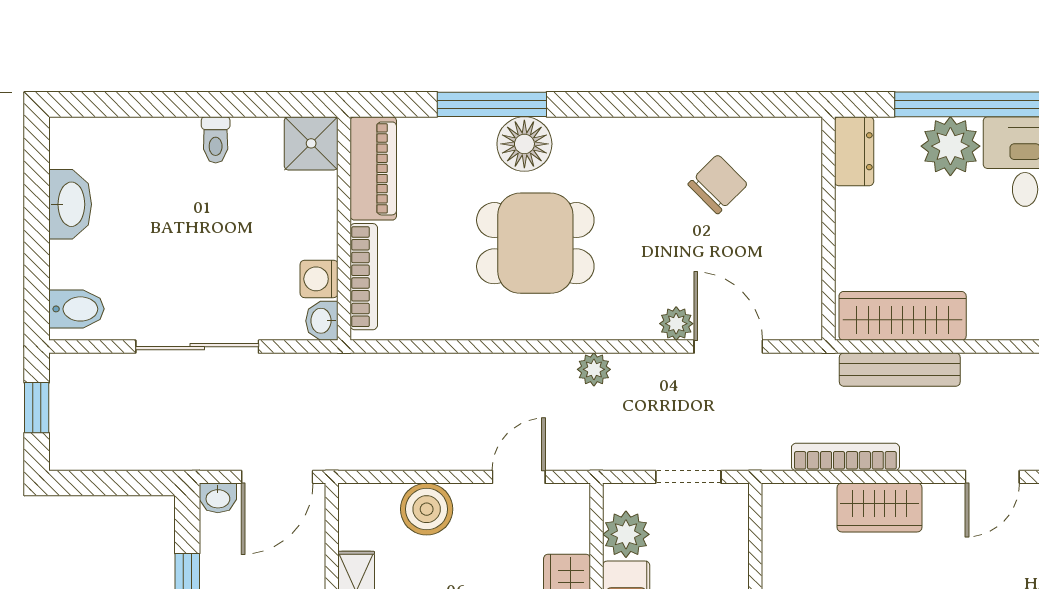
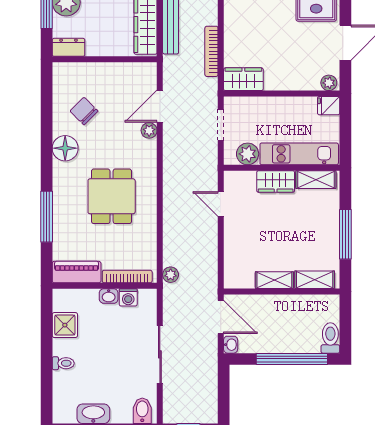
toilet: (216, 140) -> (63, 363), moved
shower: (311, 143) -> (65, 325), moved
floor lamp: (524, 144) -> (65, 148), moved
washbasin: (322, 321) -> (109, 296), moved
plant: (594, 369) -> (171, 275), moved
wardrobe: (879, 508) -> (243, 79), moved, turned -90
boiler: (427, 509) -> (236, 247), removed

